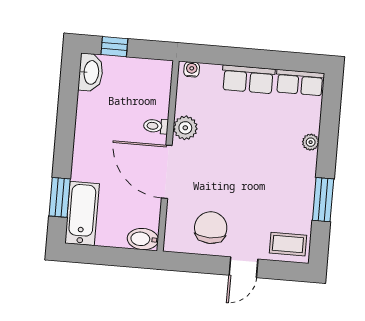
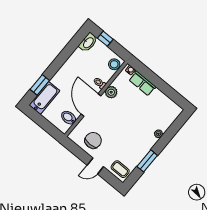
stool: (158, 78) -> (114, 64), added
row of seats: (248, 79) -> (142, 83), moved
row of seats: (300, 83) -> (171, 106), removed
bidet: (143, 239) -> (69, 118), moved

